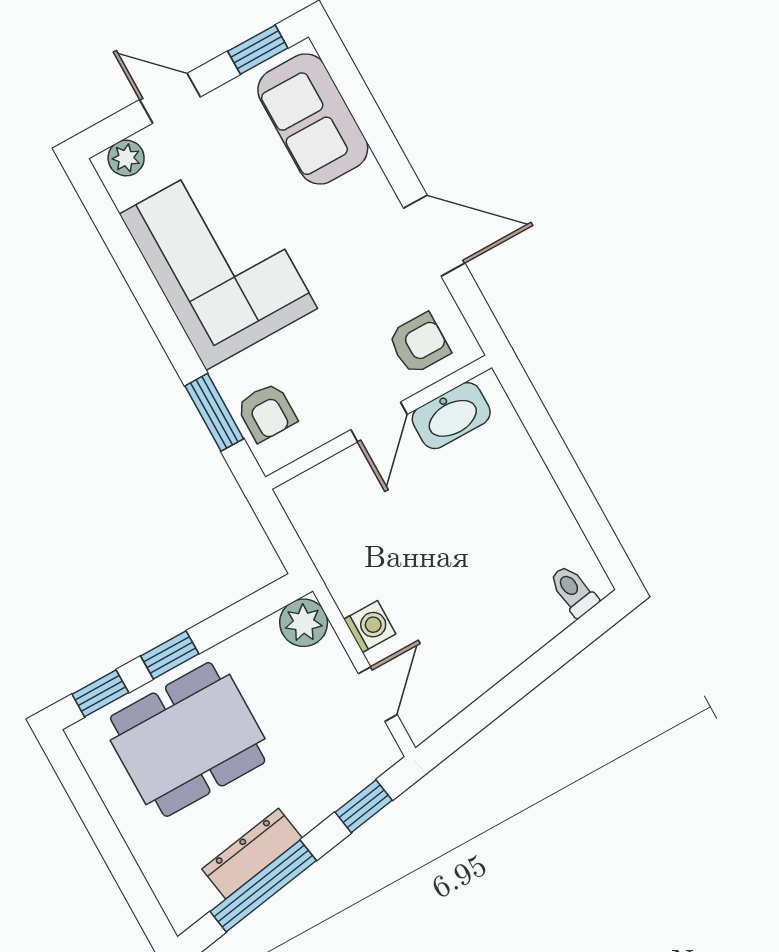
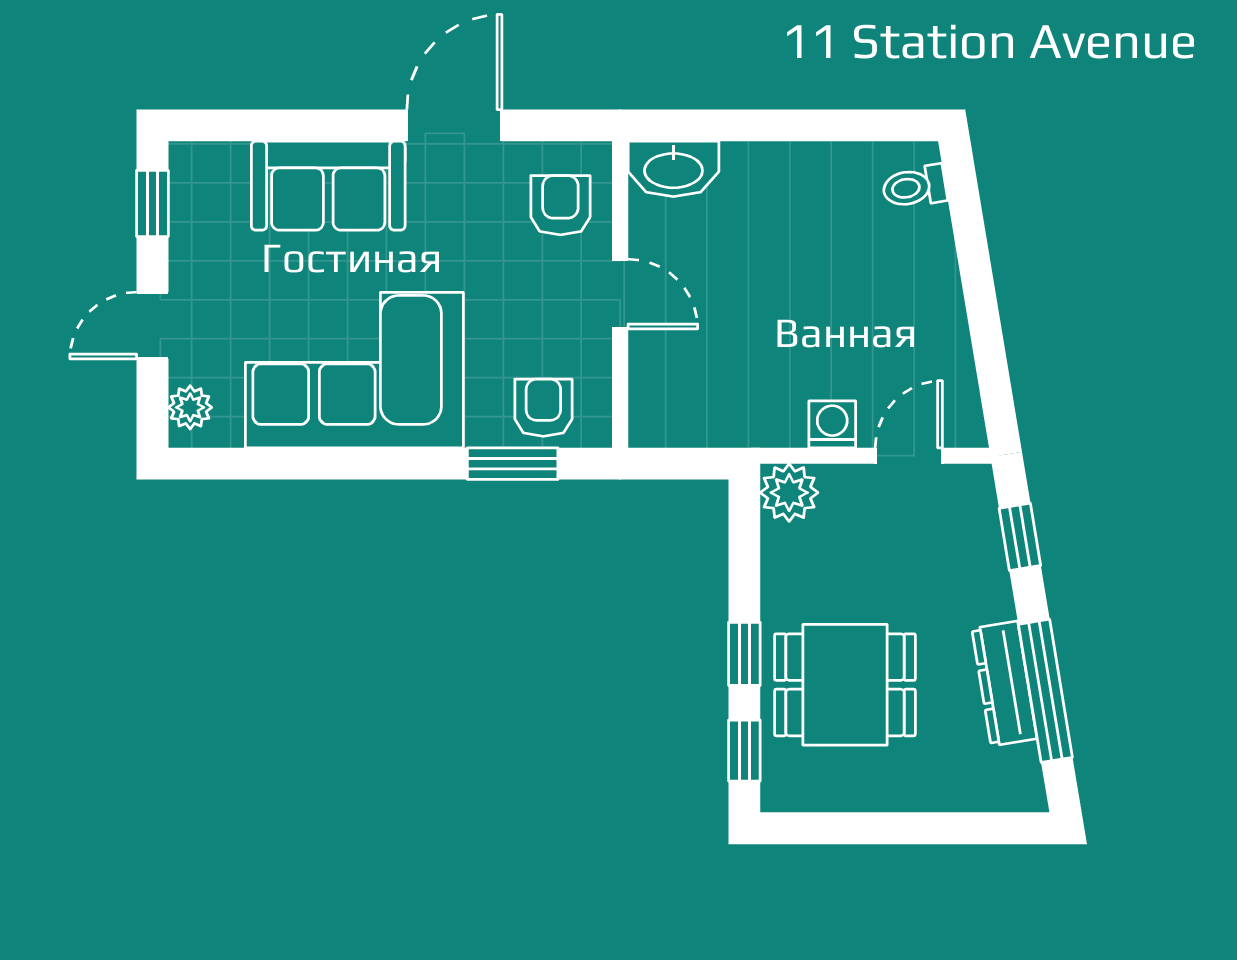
sofa: (313, 119) -> (328, 186), moved
armchair: (267, 412) -> (543, 408), turned -90
washbasin: (451, 416) -> (673, 169), moved, turned 90
door: (378, 694) -> (909, 456), hinge flipped
dining table: (188, 739) -> (845, 685), width x0.73

